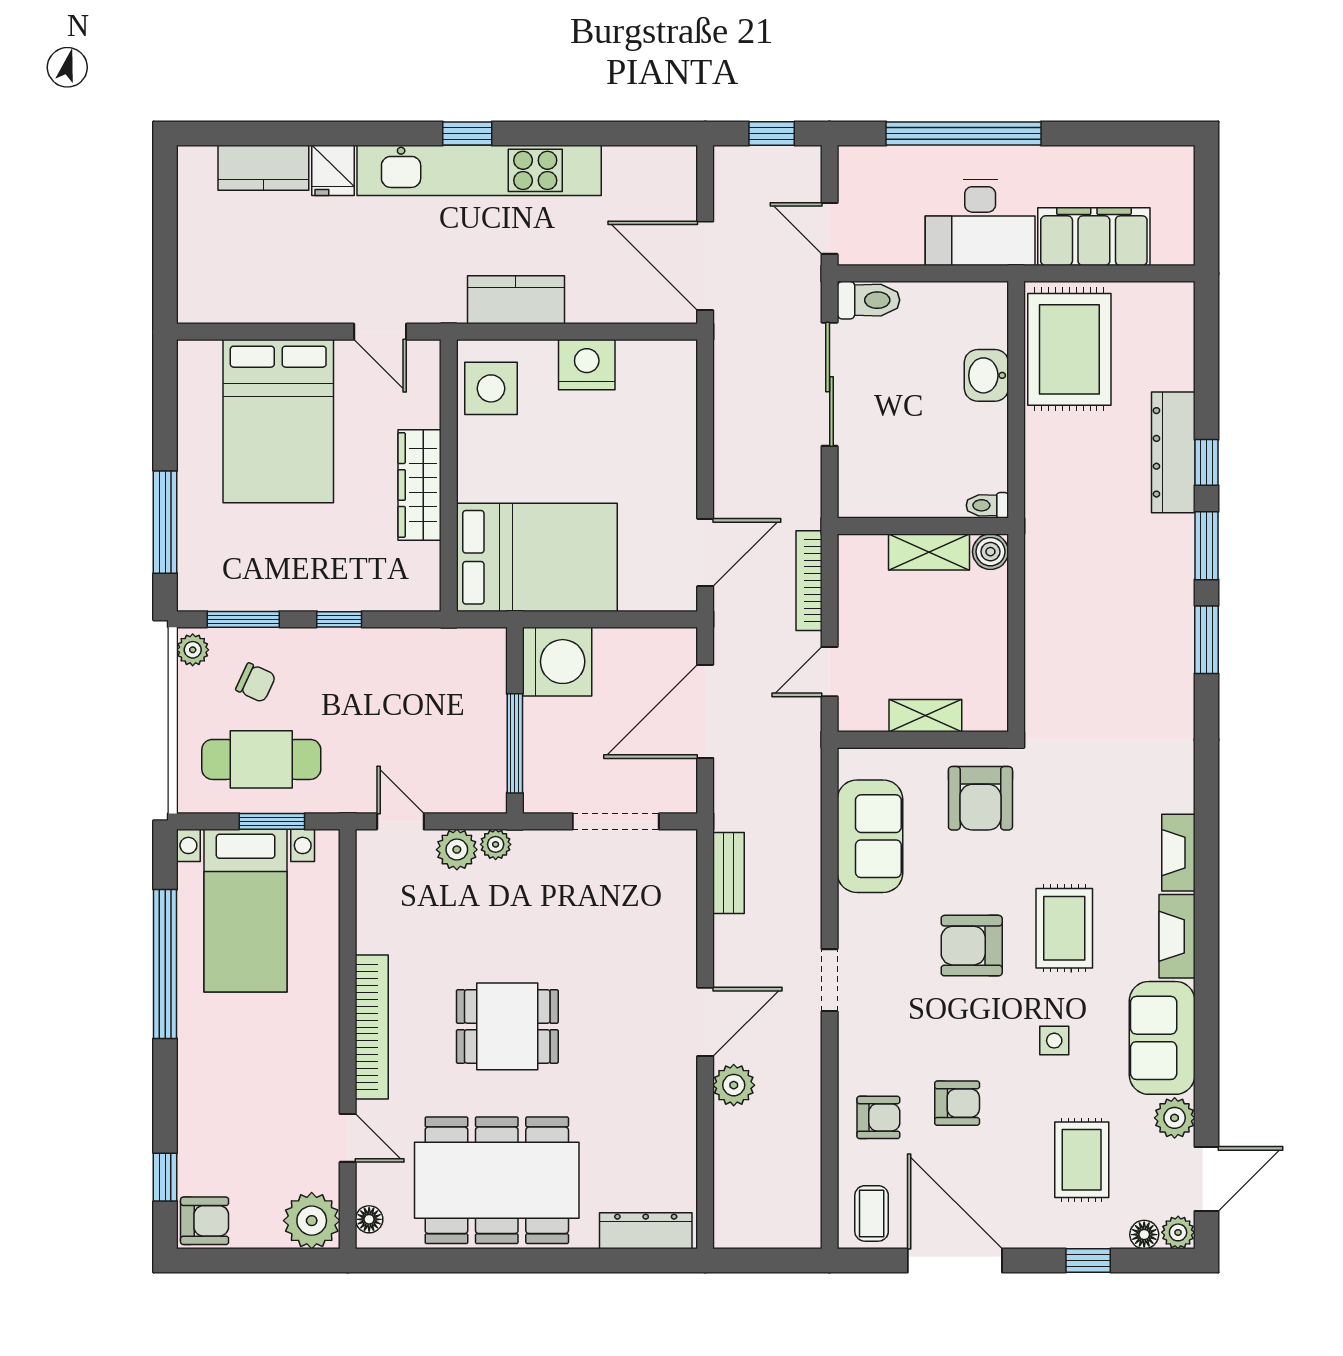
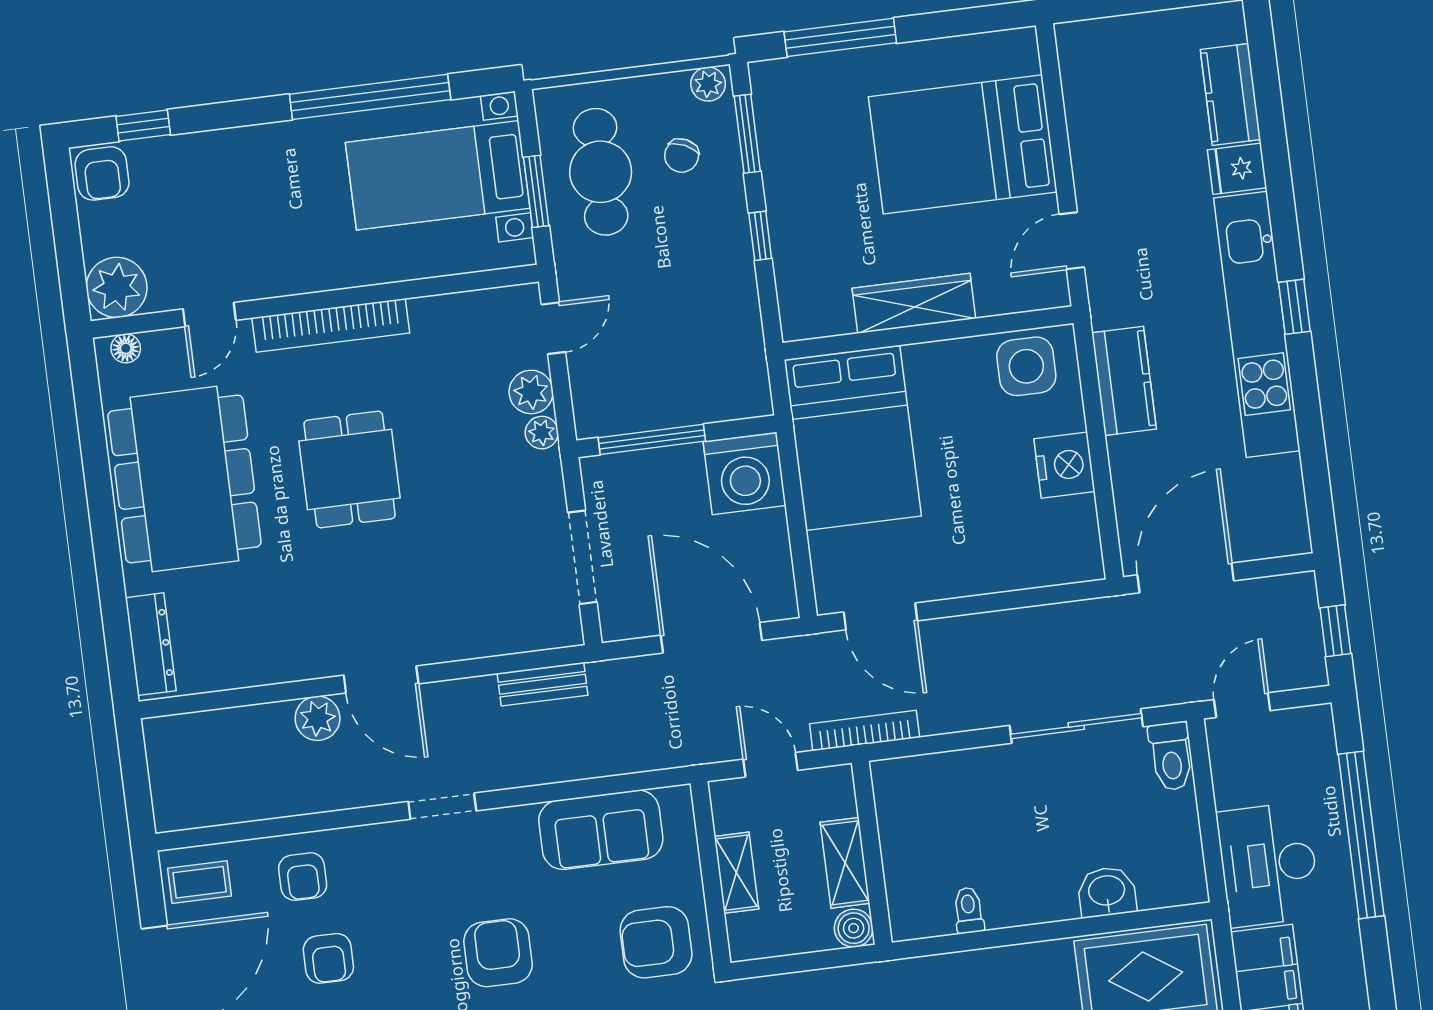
wall: (923, 526) -> (872, 853), moved
shelving: (929, 552) -> (845, 863), moved
boiler: (990, 552) -> (854, 928), moved

